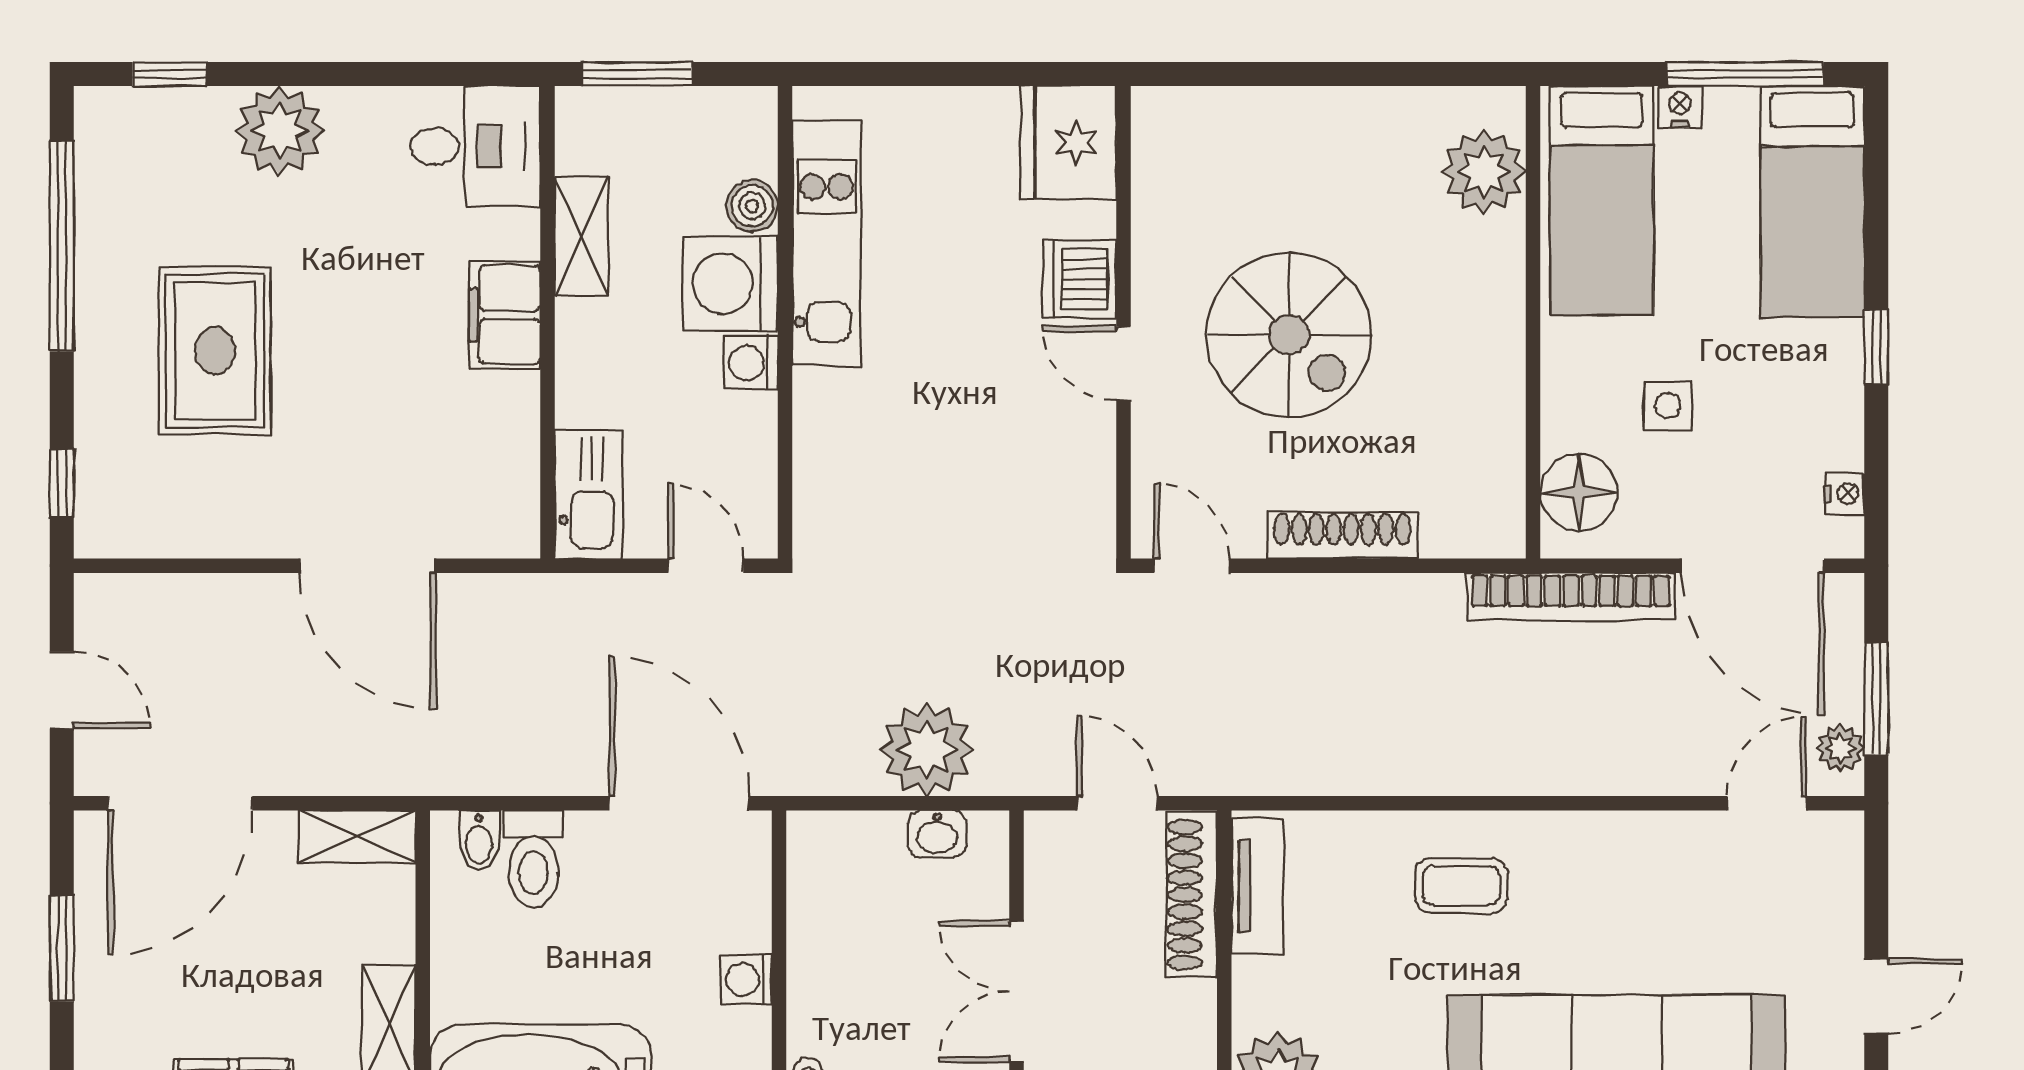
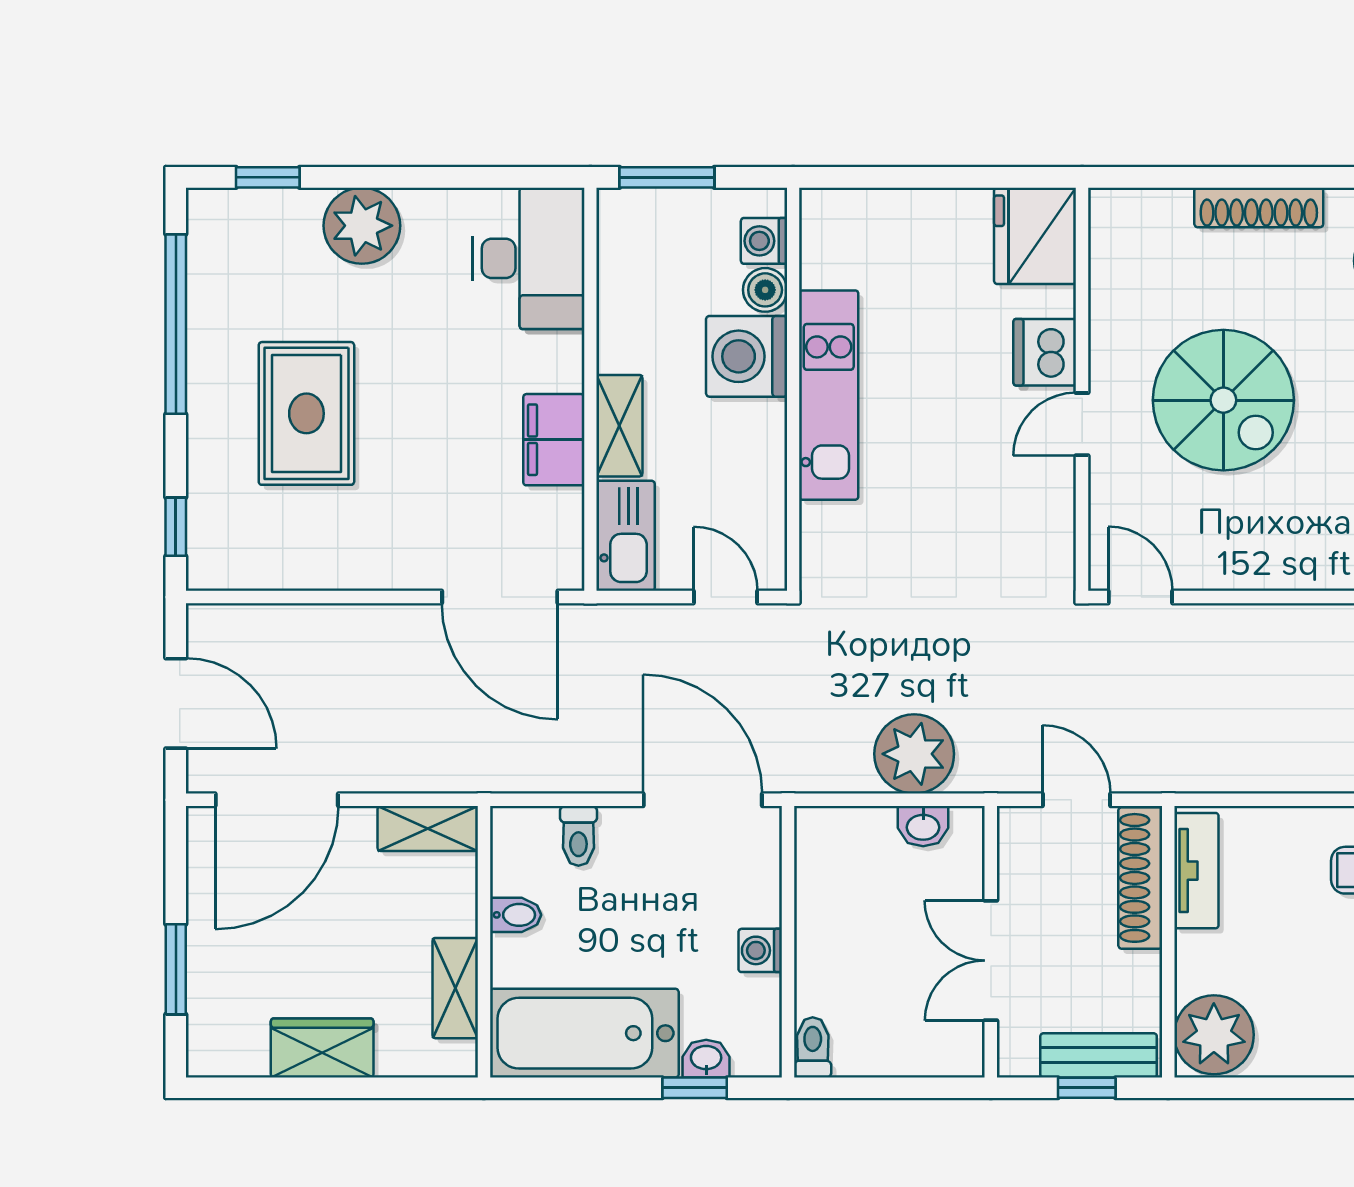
desk: (475, 146) -> (529, 258), width x1.37
shelving: (581, 236) -> (619, 426), moved
kitchen unit: (827, 243) -> (829, 395), moved
filing cabinet: (505, 315) -> (554, 440), moved
washing machine: (751, 363) -> (764, 241), moved
door: (1123, 363) -> (1082, 424), hinge flipped
shoe rack: (1342, 535) -> (1259, 207), moved, turned 180
door: (368, 566) -> (500, 597), moved
door: (62, 690) -> (176, 703), width x1.38
bidet: (479, 840) -> (516, 915), moved, turned -90
toilet: (534, 859) -> (578, 836), width x0.73, depth x0.72
window: (62, 948) -> (176, 969), moved

